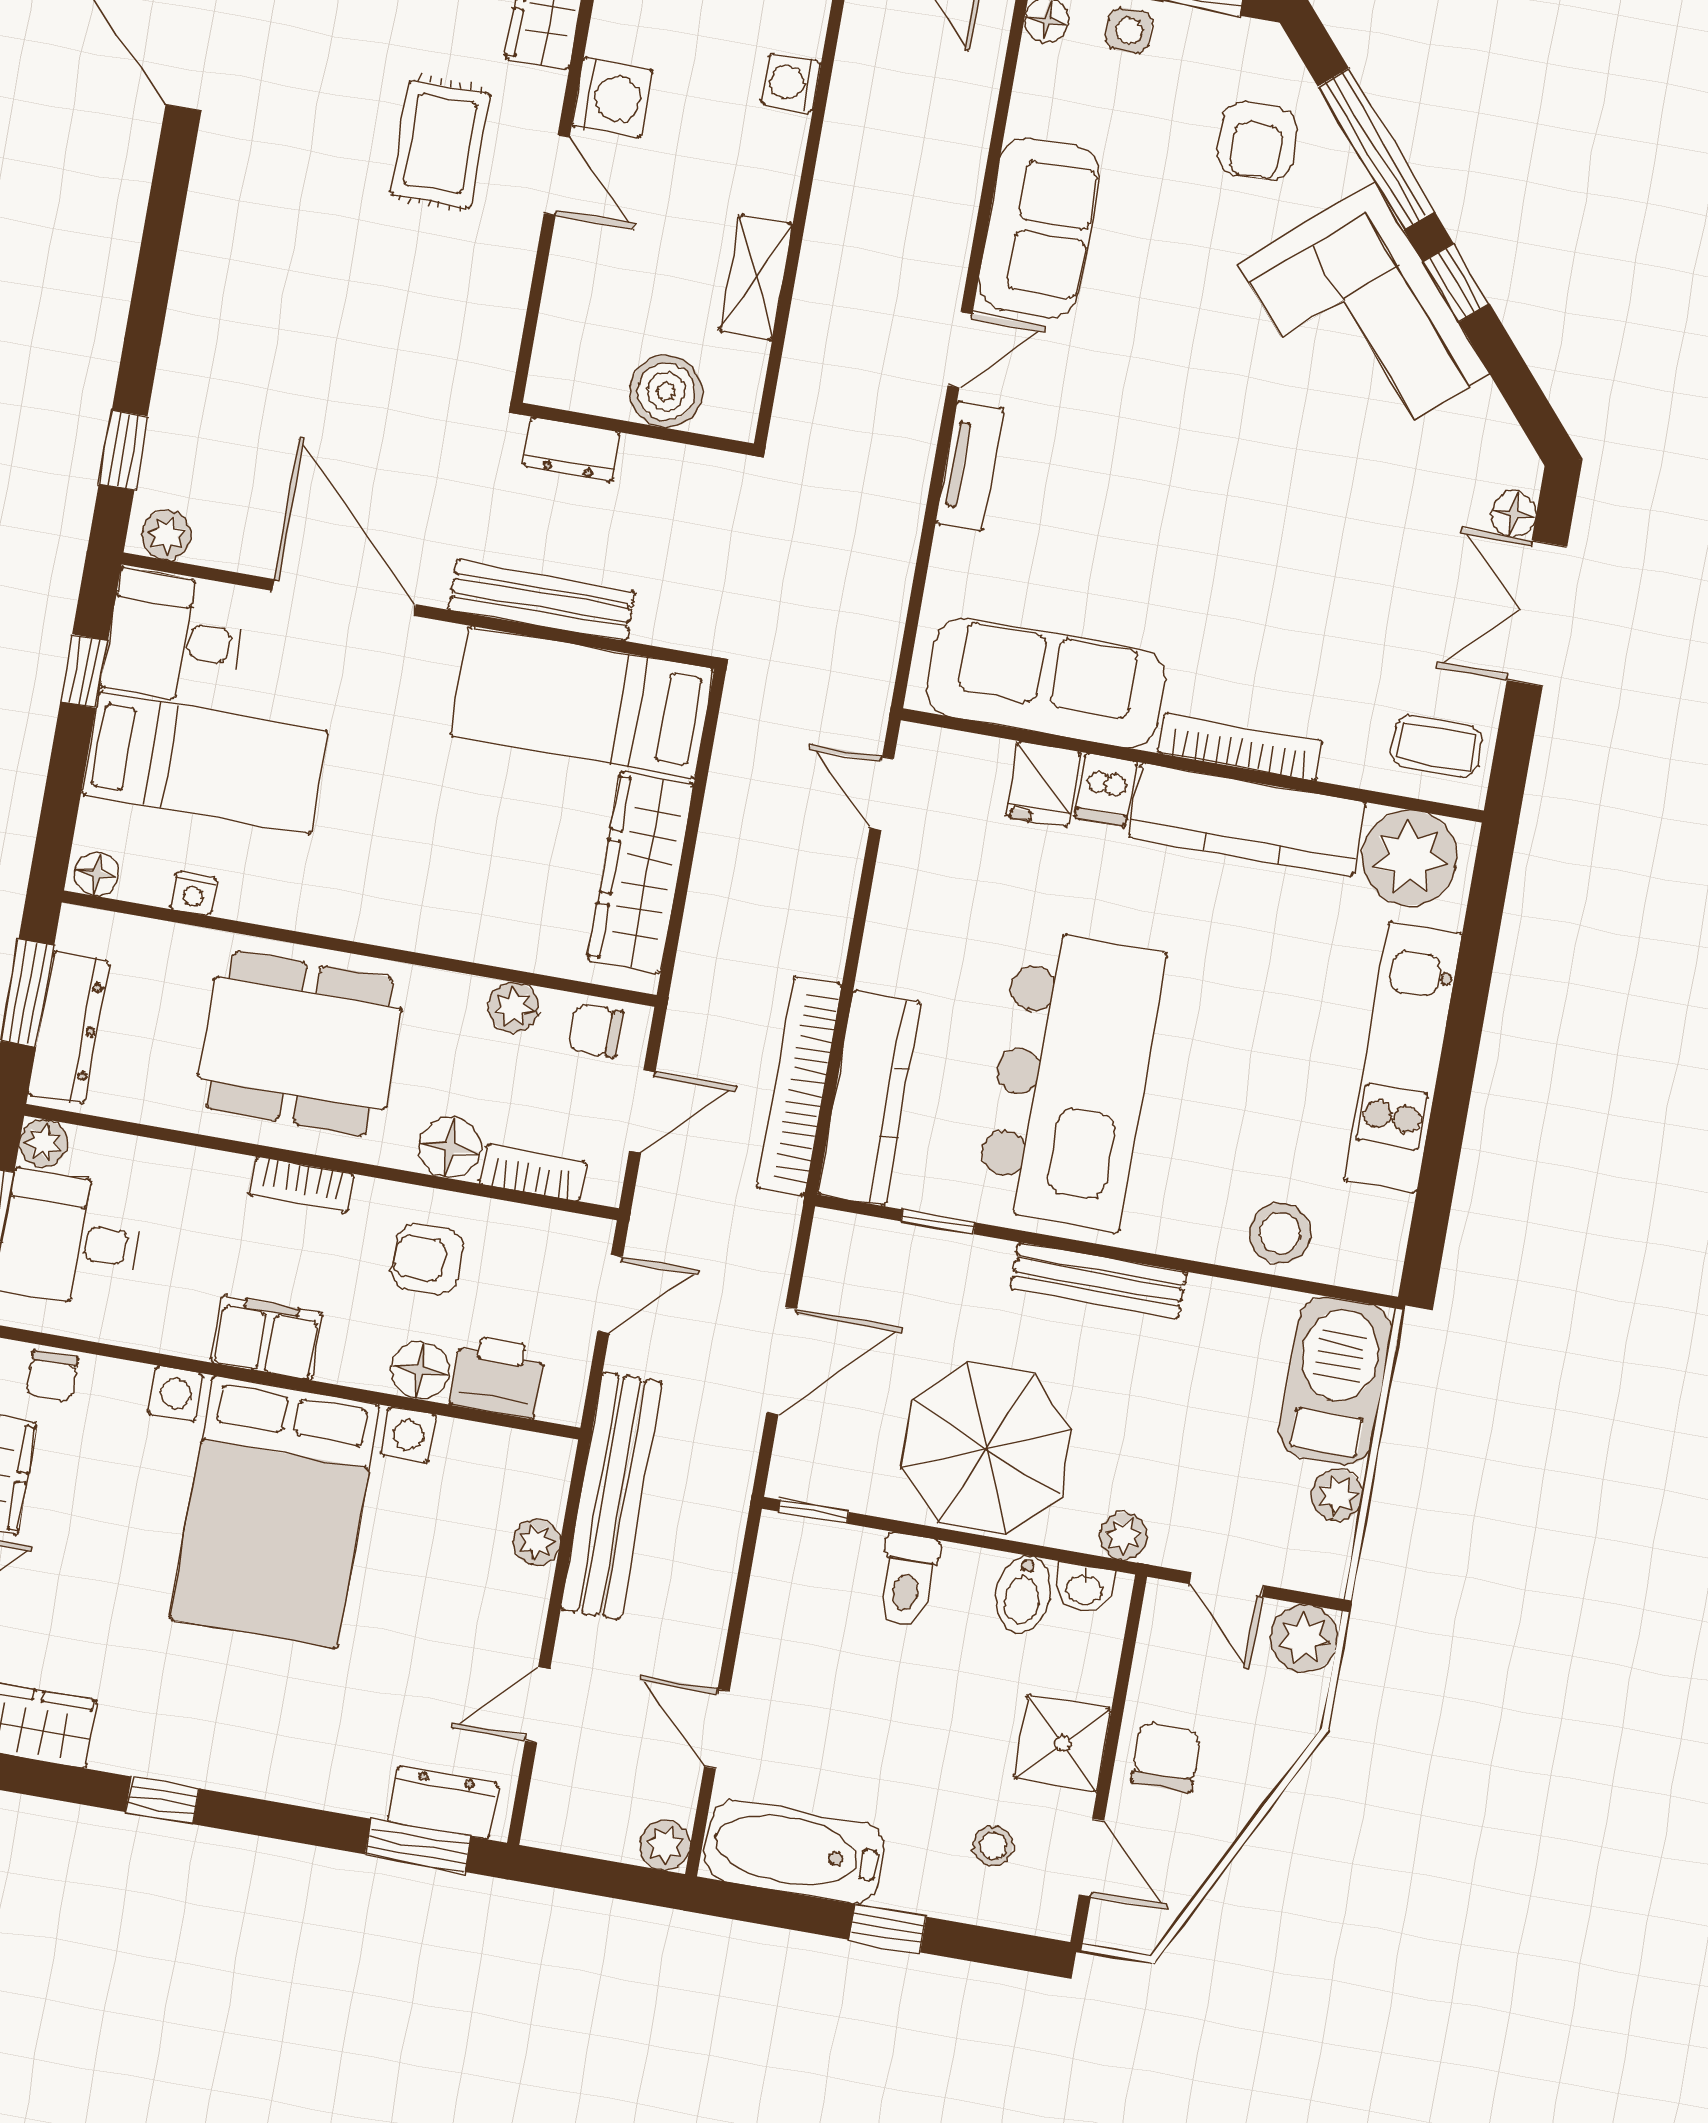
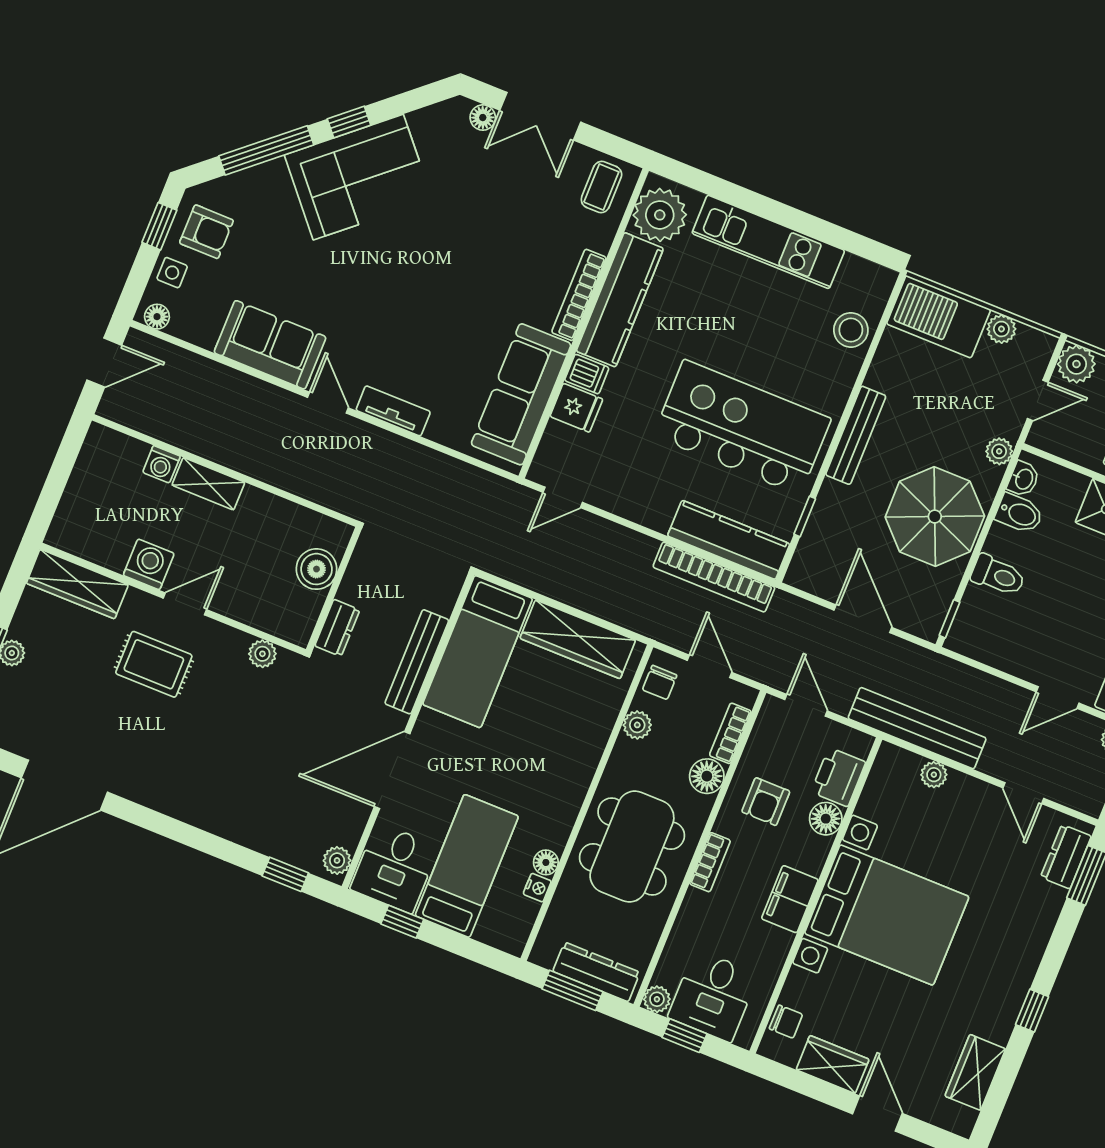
armchair: (1257, 141) -> (206, 232), moved
shelving: (756, 277) -> (208, 484), moved
plant: (499, 329) -> (262, 654), added
floor lamp: (97, 874) -> (546, 862), moved

